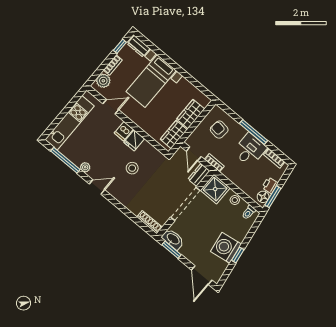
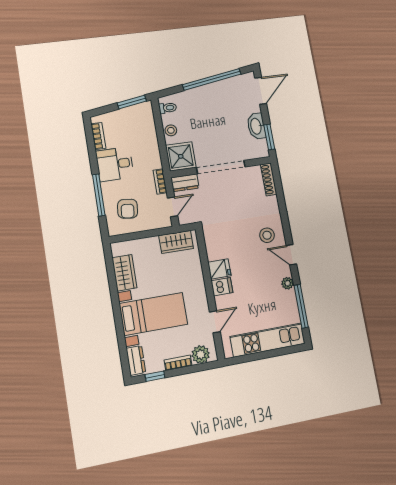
door: (111, 107) -> (215, 322), swing flipped
wardrobe: (191, 114) -> (124, 273), moved, turned -90
window: (253, 132) -> (99, 195), moved
stool: (132, 168) -> (267, 235), moved
printer: (270, 185) -> (125, 115), removed
floor lamp: (263, 197) -> (141, 110), removed
washbasin: (173, 239) -> (256, 126), moved
washing machine: (226, 248) -> (217, 95), removed
window: (238, 255) -> (212, 79), width x3.17

